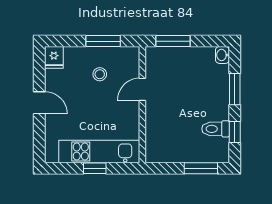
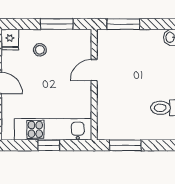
stool: (100, 74) -> (40, 50), moved
window: (201, 168) -> (125, 145), moved

